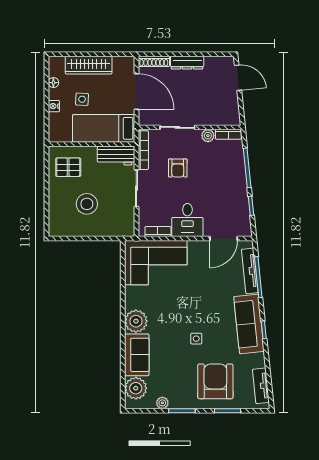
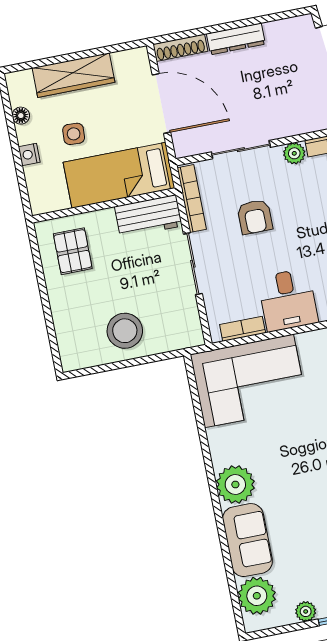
pallet: (68, 167) -> (73, 251), turned 90
stool: (87, 204) -> (125, 331), moved

